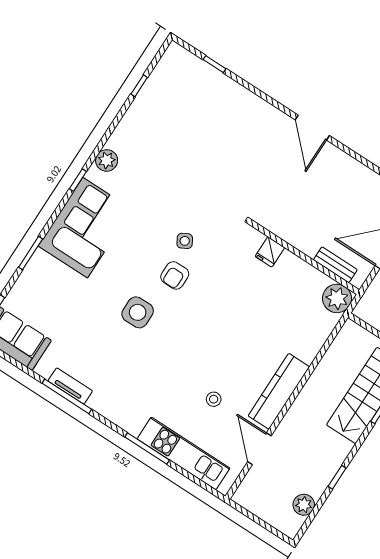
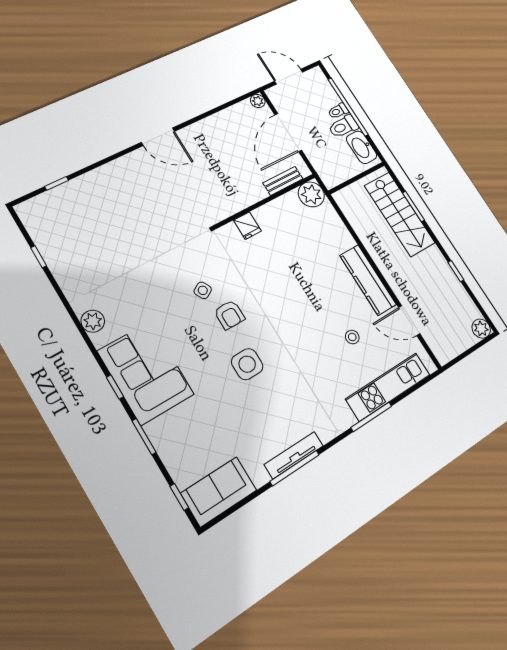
window: (78, 180) -> (115, 387), moved
tv unit: (70, 386) -> (294, 455), width x1.41
plant: (304, 505) -> (481, 329), moved

